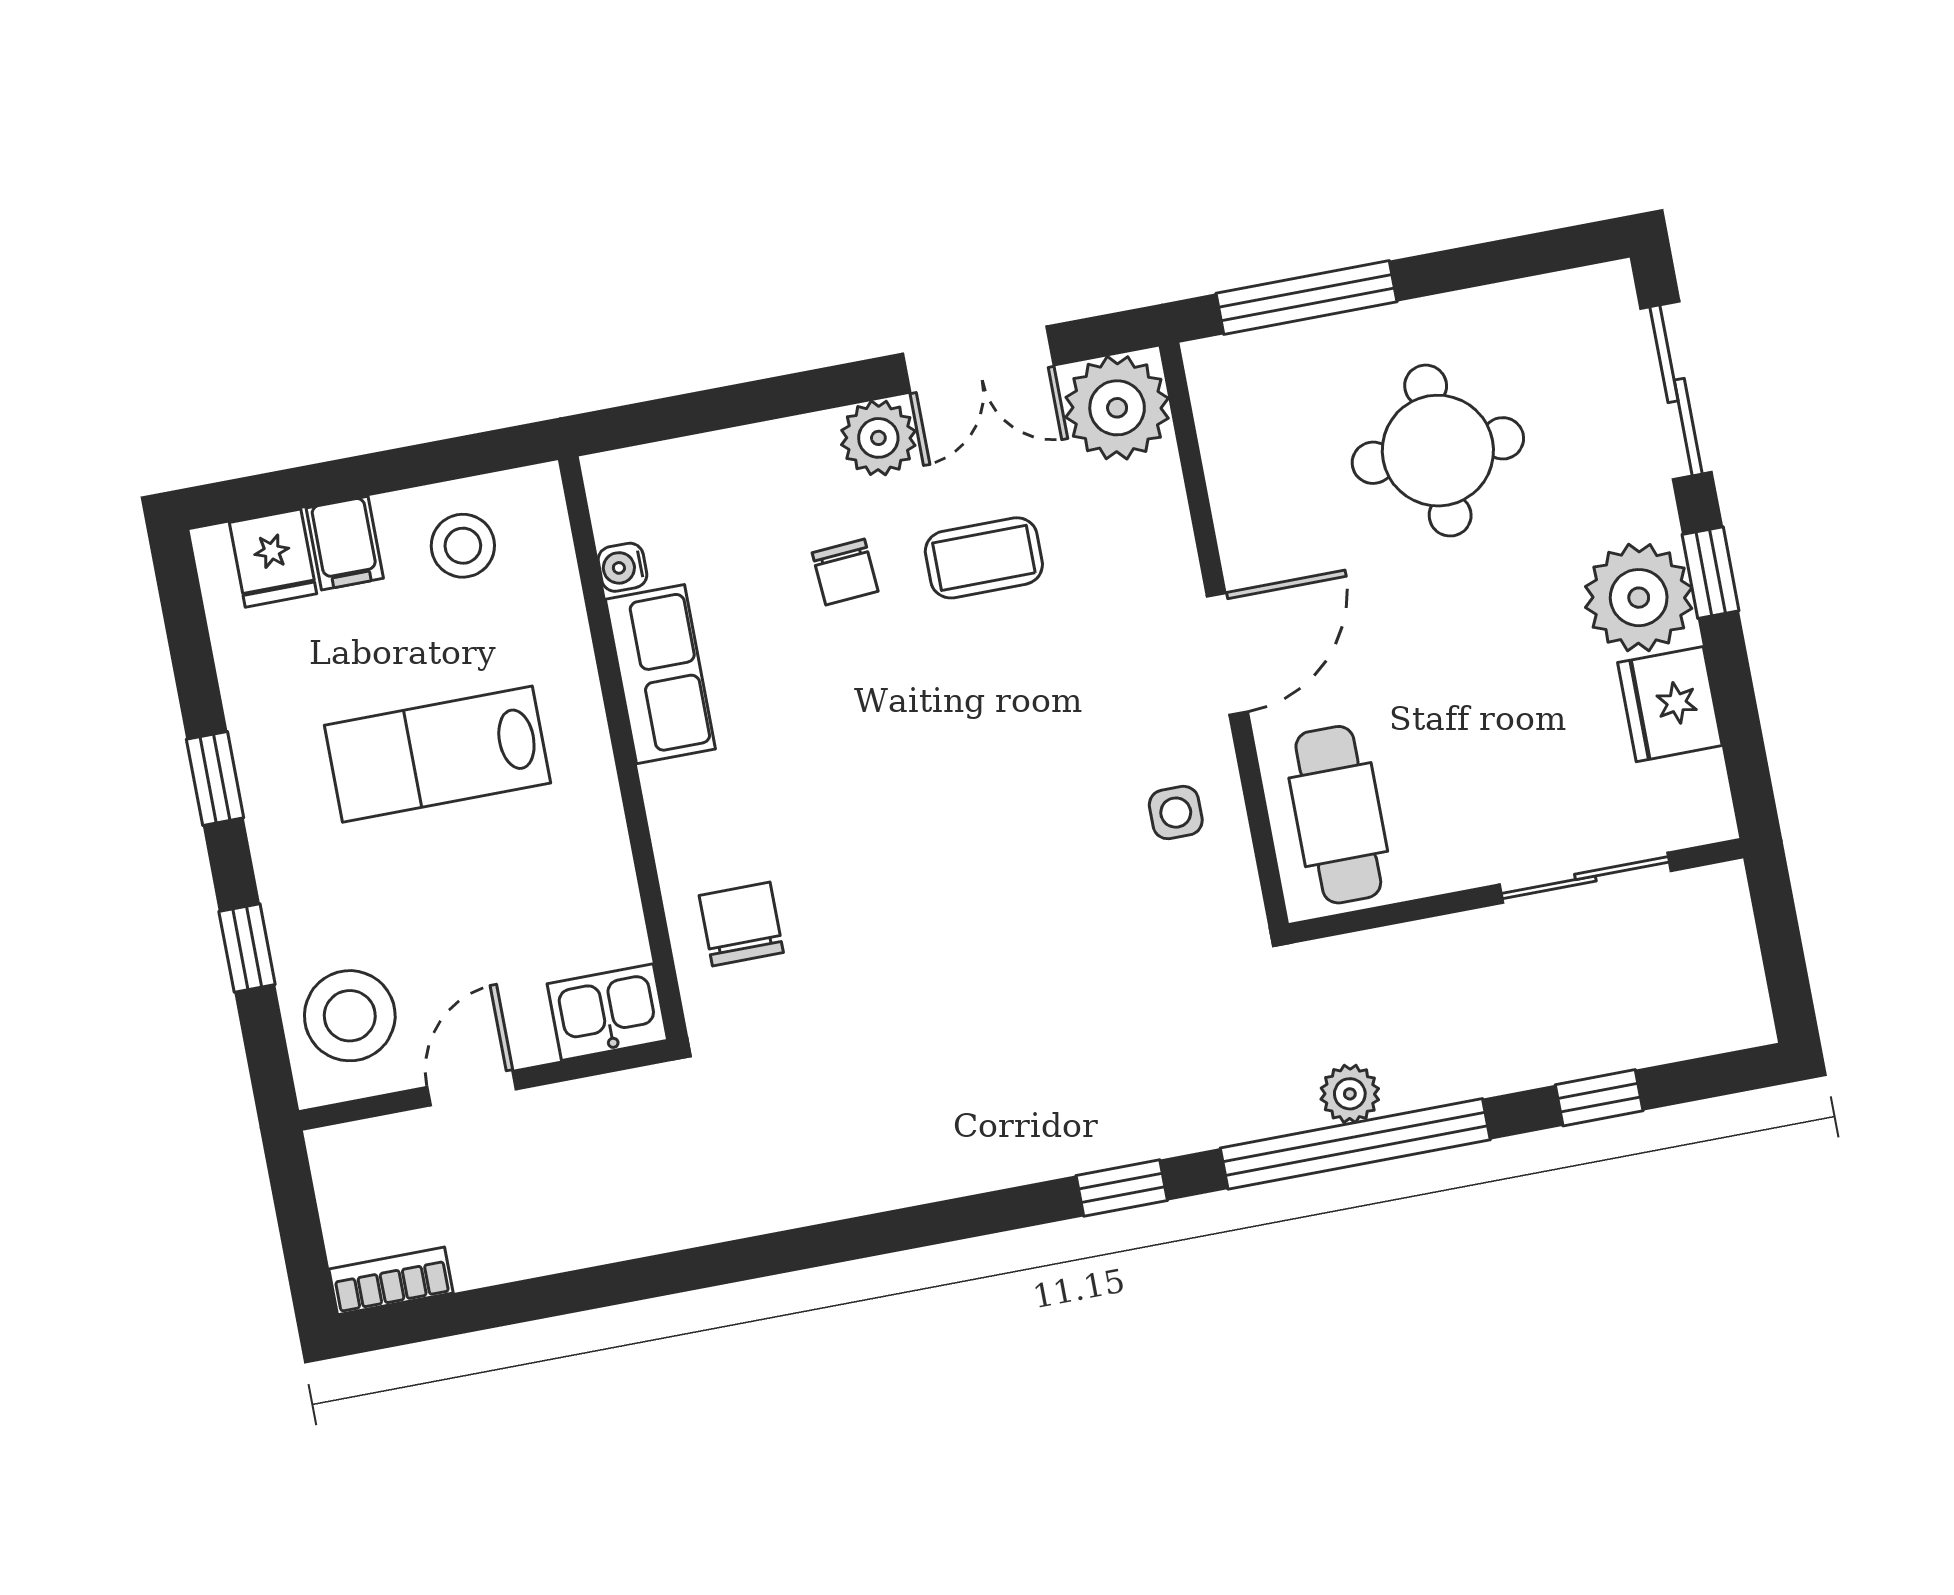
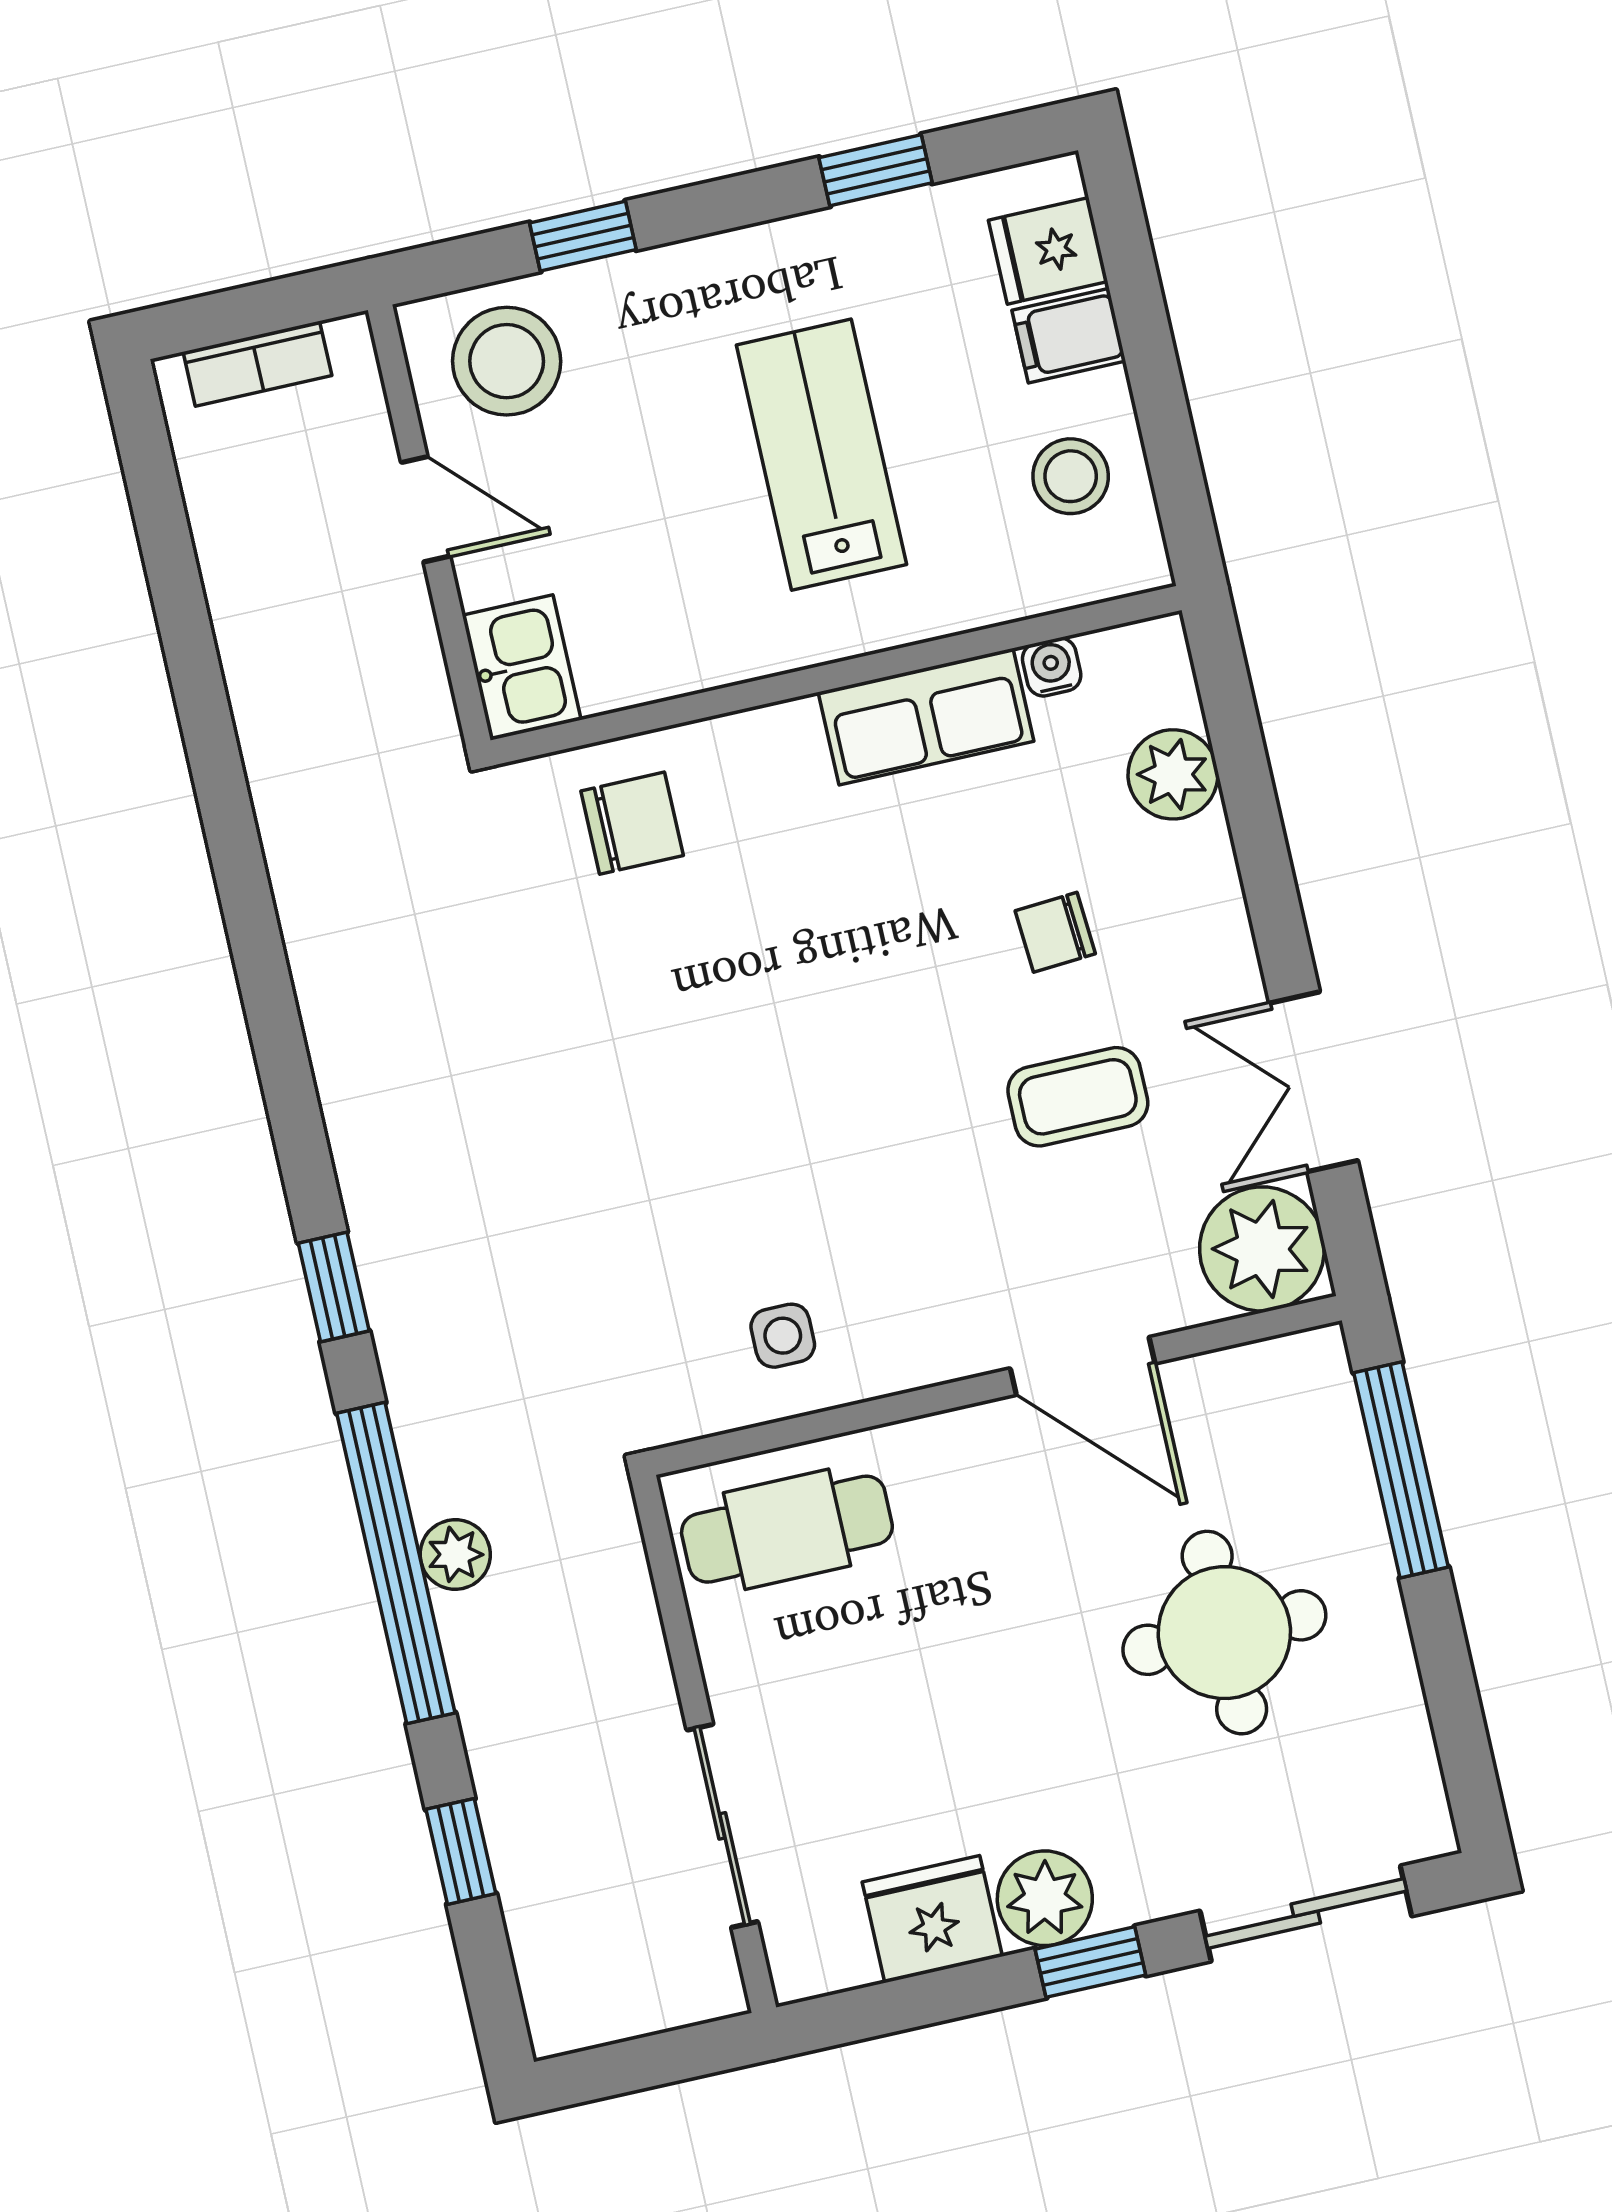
plant: (878, 438) -> (1173, 774), moved
coffee table: (984, 558) -> (1078, 1097), turned 90
plant: (1639, 598) -> (1045, 1898), width x0.73, depth x0.73
door: (1227, 654) -> (1083, 1366), moved
window: (215, 779) -> (876, 170), moved
bookcase: (391, 1281) -> (257, 364), moved, turned 90

